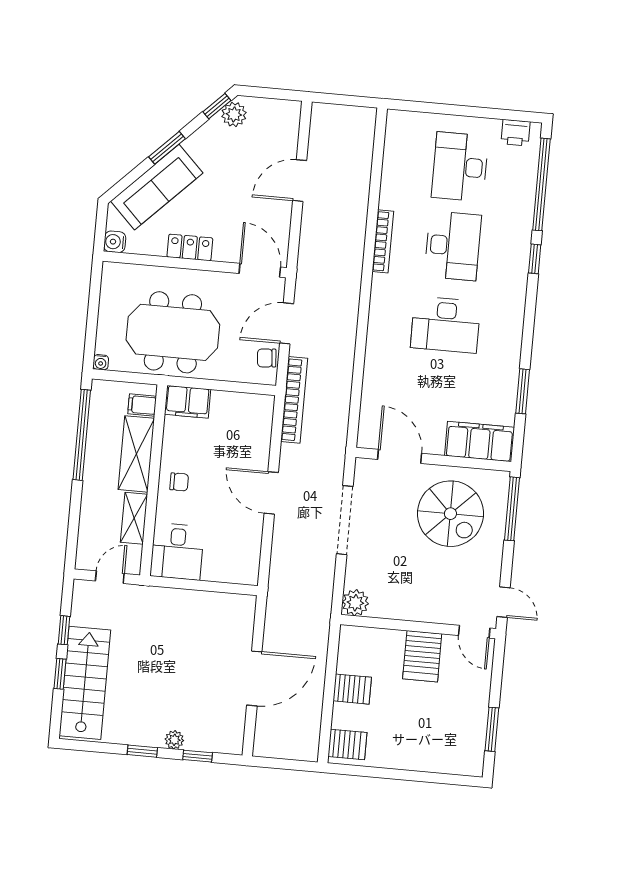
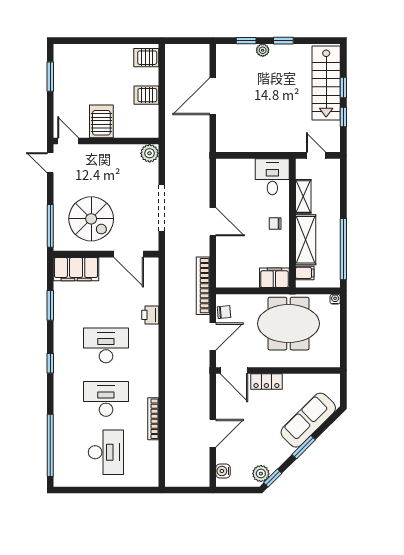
printer: (516, 133) -> (150, 315), moved, turned -90
bookcase: (383, 241) -> (153, 419), moved
water cooler: (115, 242) -> (223, 471), moved, turned 180
desk: (453, 246) -> (106, 399), turned 90
locker: (190, 247) -> (266, 382), moved
window: (535, 259) -> (50, 363), moved
spiral stairs: (450, 514) -> (91, 219), turned 180
door: (110, 577) -> (316, 155), swing flipped

